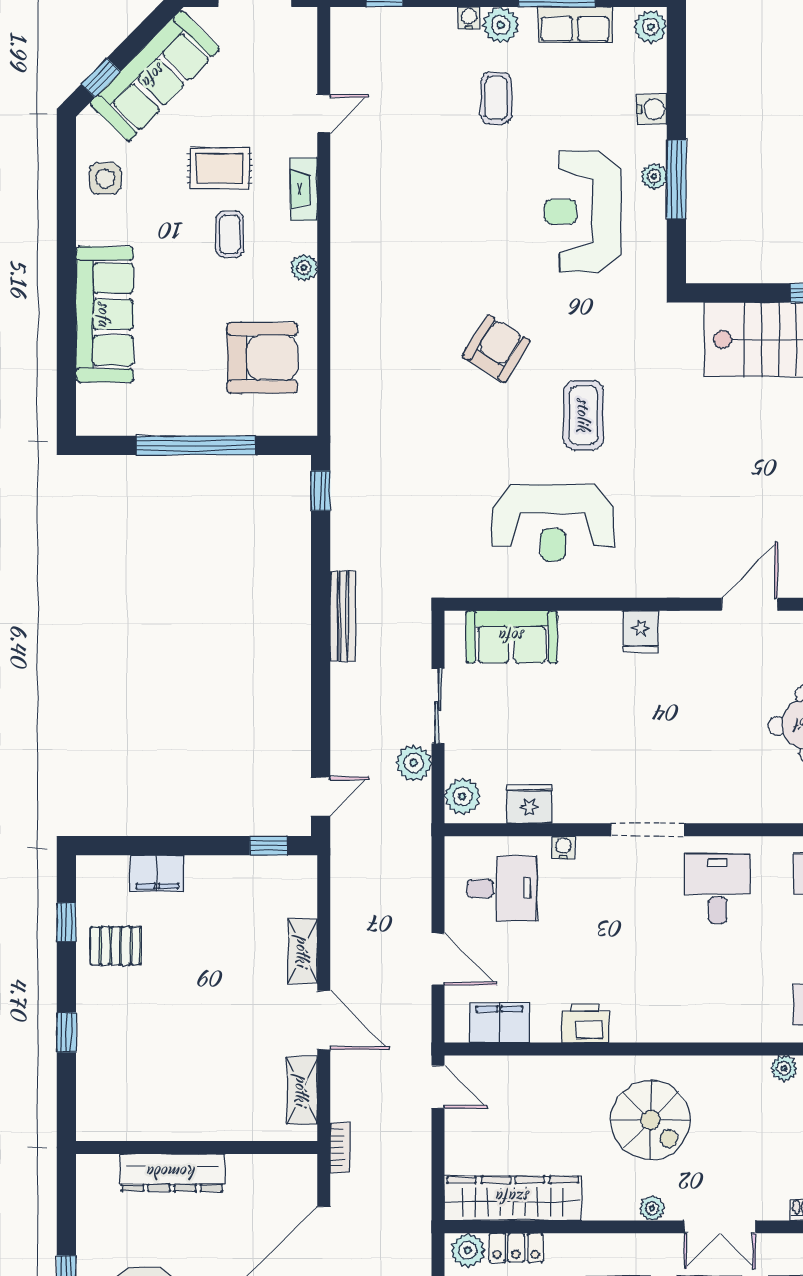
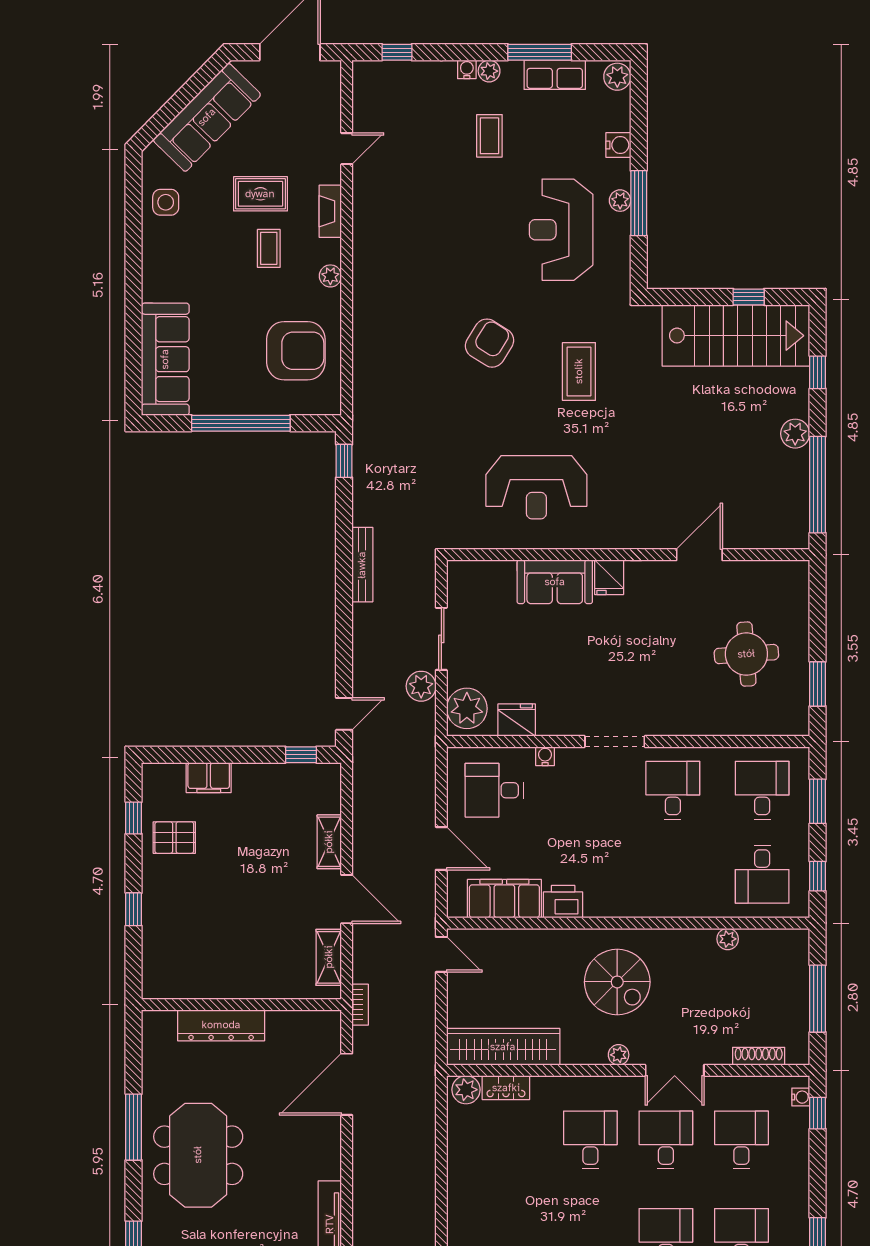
plant: (501, 25) -> (489, 71), width x0.73, depth x0.73
window: (101, 78) -> (162, 119), removed
sofa: (105, 314) -> (165, 359), moved
coffee table: (584, 415) -> (579, 371), moved
sofa: (512, 637) -> (555, 582), moved
plant: (462, 796) -> (467, 708), width x1.36, depth x1.36
desk: (502, 889) -> (494, 790), turned 180
filing cabinet: (499, 1023) -> (504, 899), width x1.50, depth x1.17

